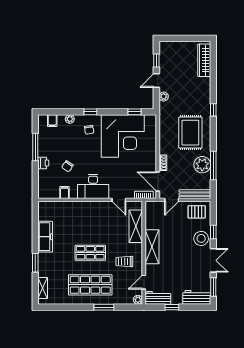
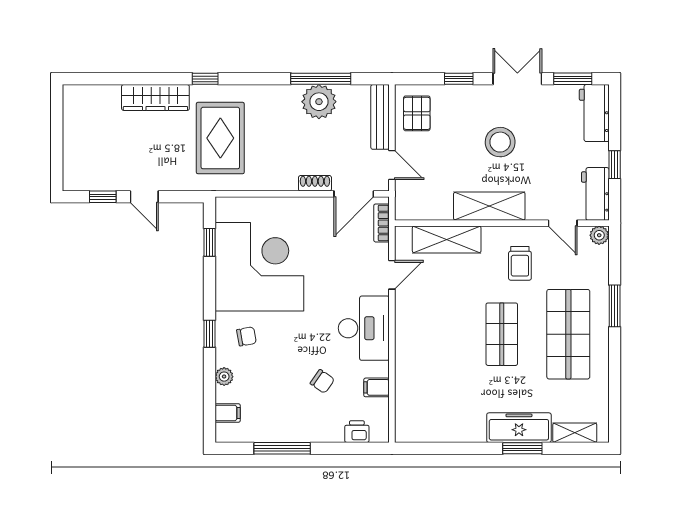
wardrobe: (204, 60) -> (155, 97), moved
plant: (164, 97) -> (178, 182), removed
rug: (190, 133) -> (220, 138), moved, turned 90
printer: (43, 163) -> (357, 432), moved
freezer: (45, 237) -> (519, 428), moved
stool: (201, 238) -> (500, 142), moved

